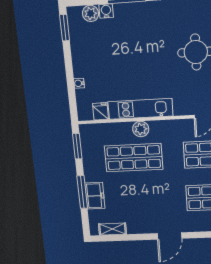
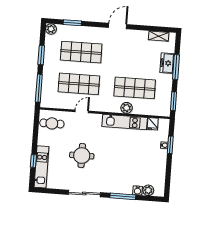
window: (65, 28) -> (170, 145), moved

